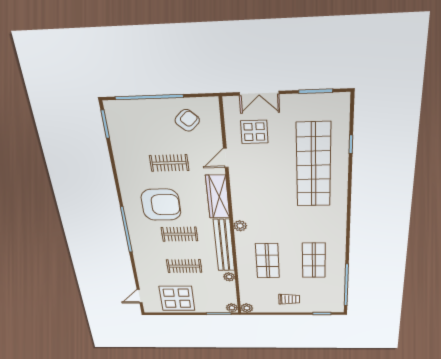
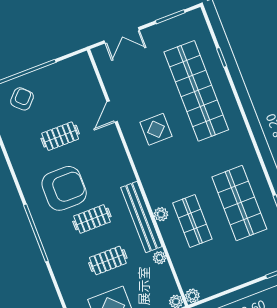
armchair: (187, 120) -> (22, 99), moved
display table: (254, 132) -> (156, 129), moved
wardrobe: (218, 197) -> (117, 159), removed
plant: (240, 226) -> (161, 214), moved
shop shelf: (314, 260) -> (239, 203), width x1.43, depth x1.36
trolley: (289, 299) -> (233, 266), removed

